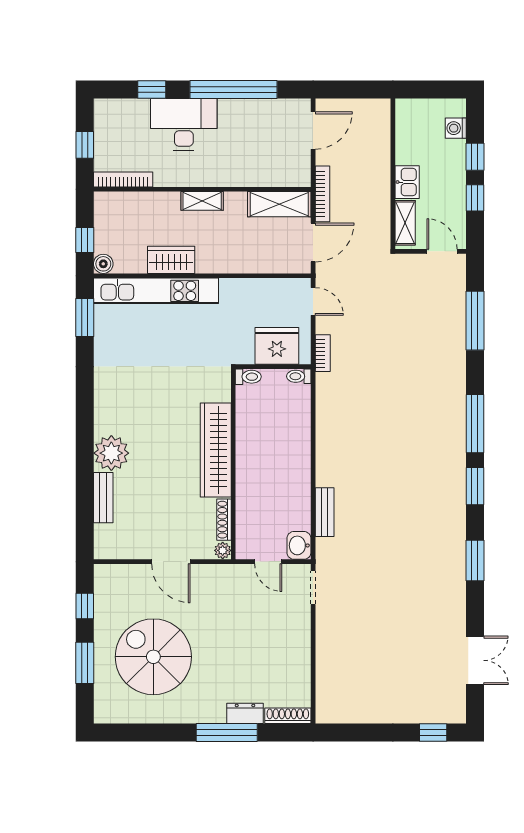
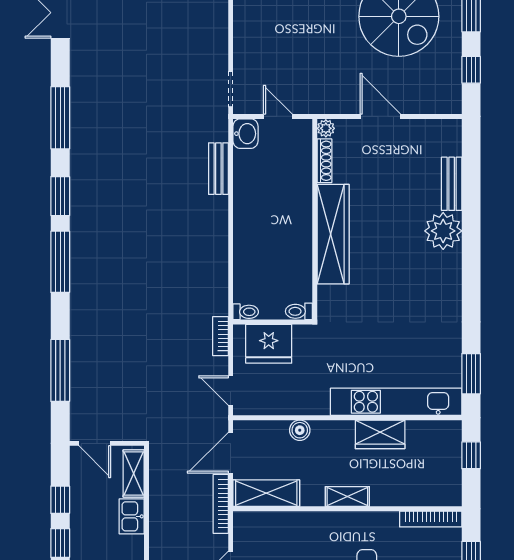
boiler: (103, 264) -> (300, 430), moved
window: (475, 560) -> (60, 118), width x1.44

